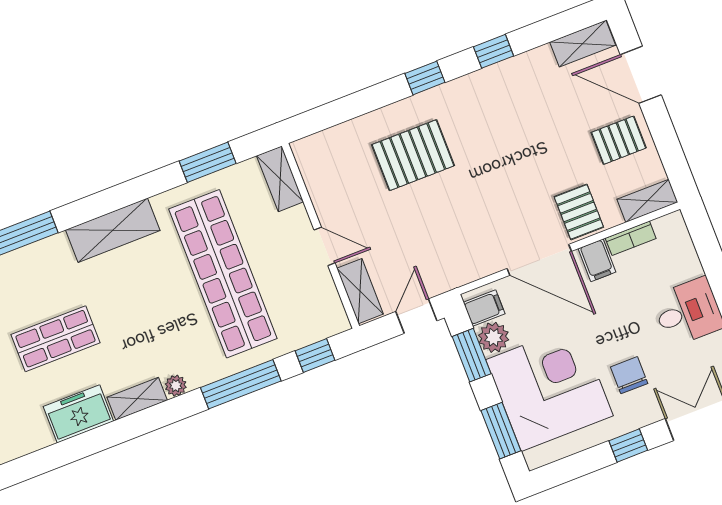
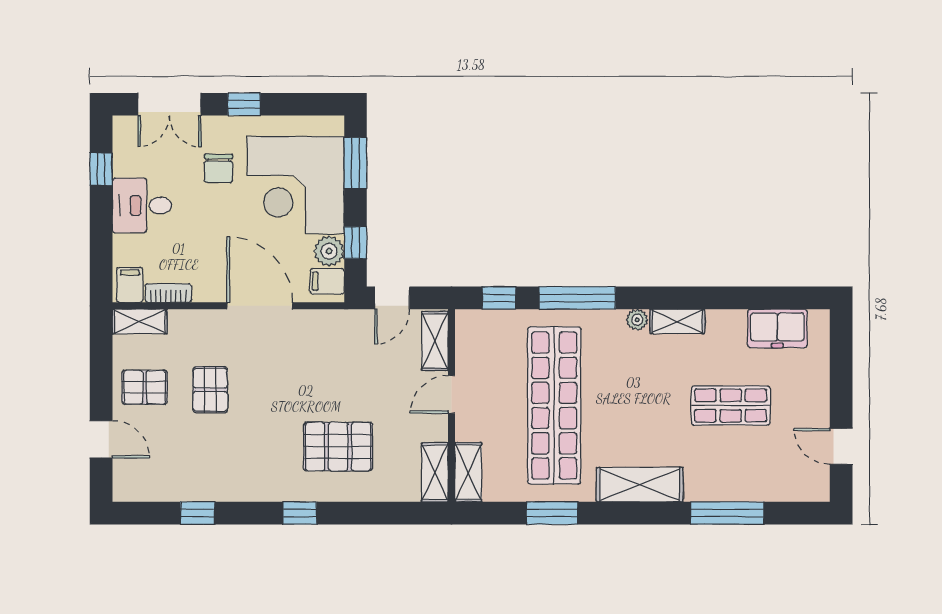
shelving: (583, 44) -> (435, 472), moved, turned 90
window: (494, 51) -> (198, 513), moved
door: (641, 75) -> (101, 439), width x0.73
window: (208, 162) -> (552, 513), moved
pallet: (579, 212) -> (210, 390), moved
door: (325, 246) -> (452, 394), hinge flipped
filing cabinet: (597, 260) -> (130, 285), moved
window: (472, 355) -> (355, 243), width x0.67
freezer: (78, 414) -> (777, 329), moved

